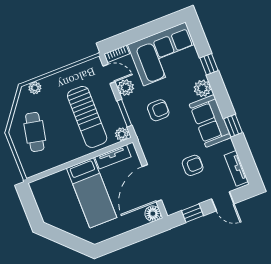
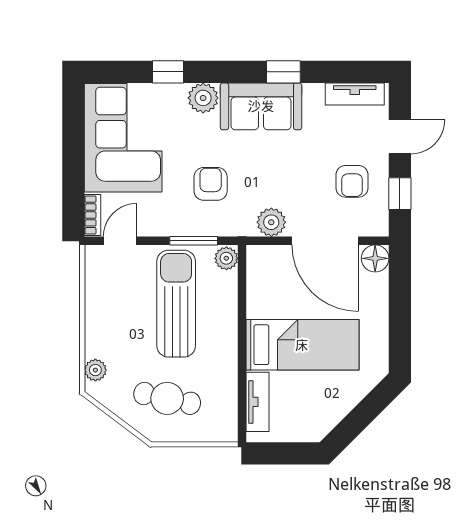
plant: (126, 87) -> (271, 222), moved
sun lounger: (87, 117) -> (176, 304), turned -90
tv unit: (113, 157) -> (257, 402), moved
armchair: (193, 165) -> (352, 181), moved, turned 180

